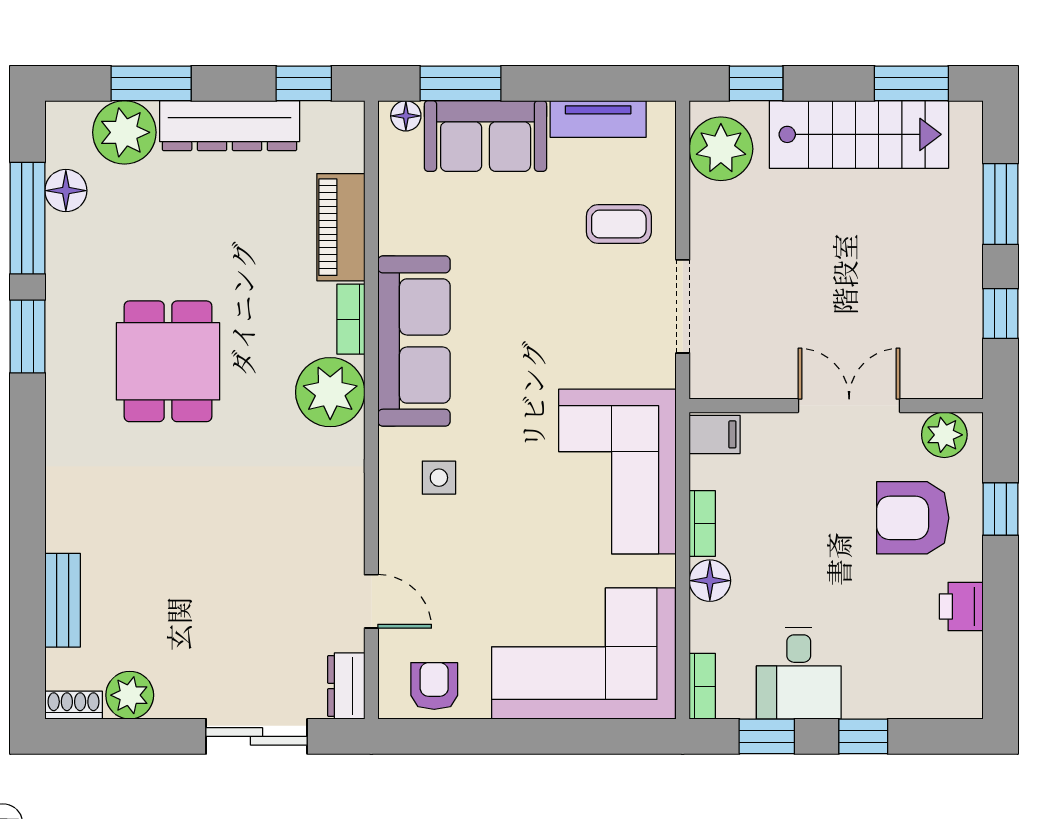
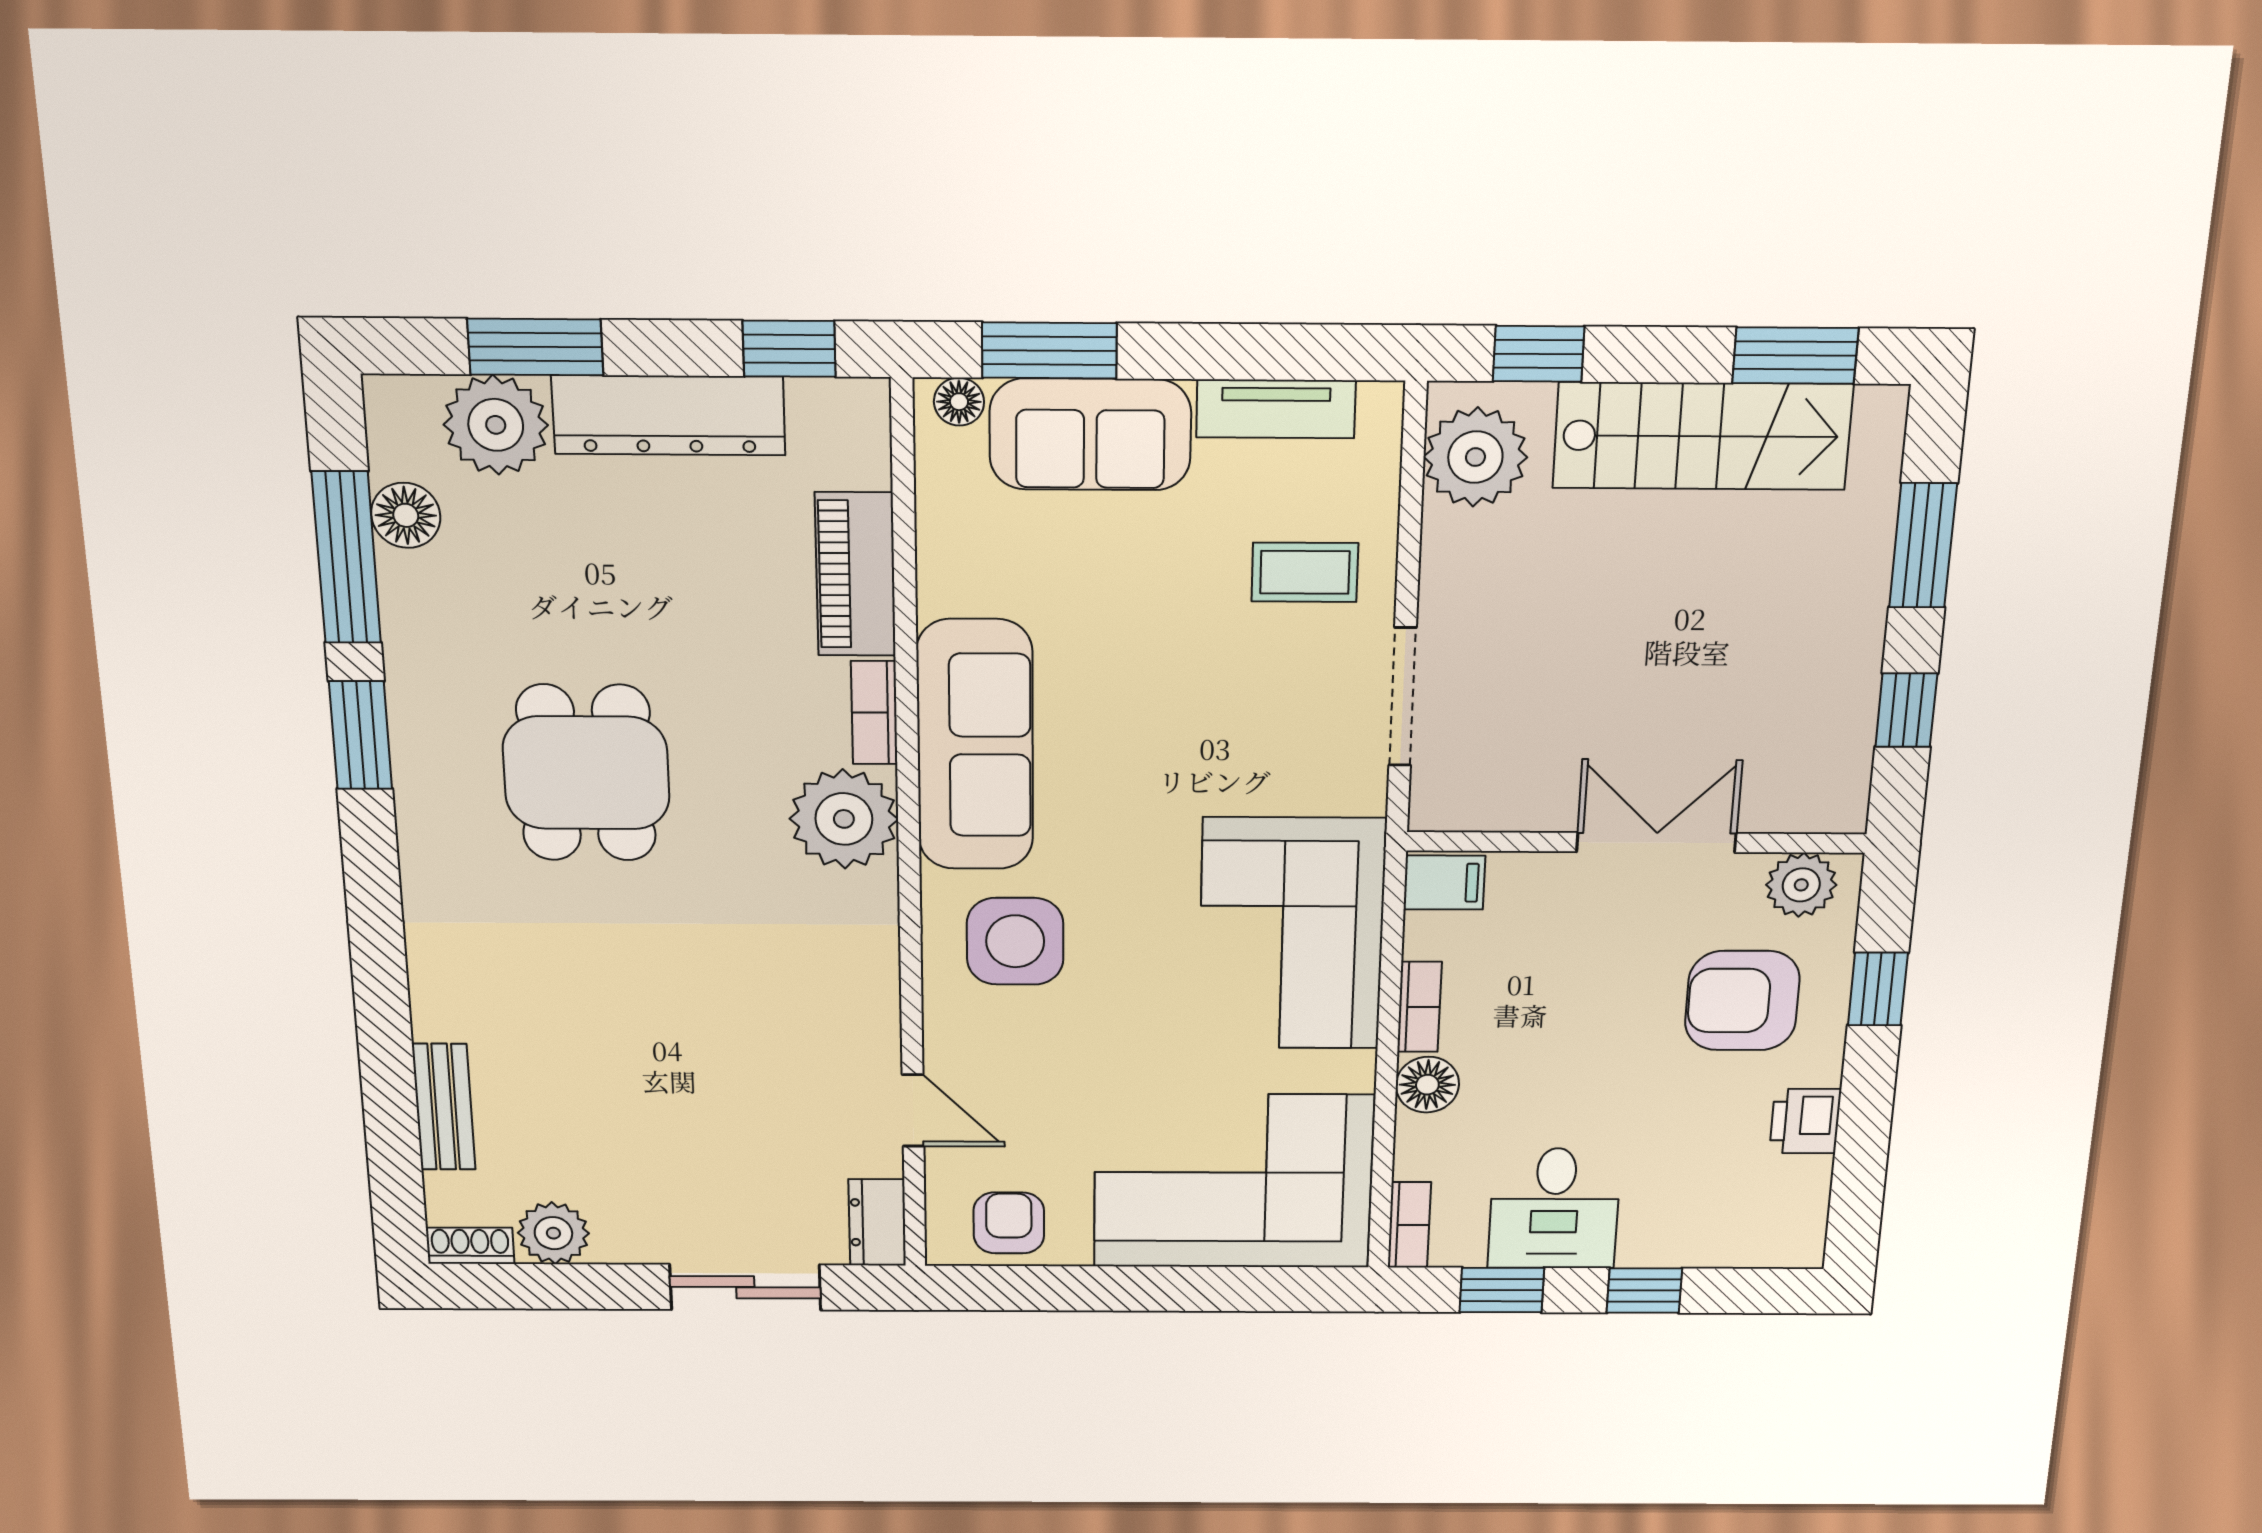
side table: (439, 478) -> (1015, 941), width x1.87, depth x1.87

